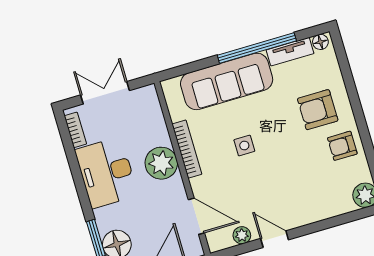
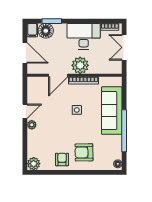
tv unit: (290, 52) -> (117, 147), removed
double door: (105, 93) -> (124, 47), swing flipped
armchair: (318, 110) -> (84, 152), turned -91
door: (196, 216) -> (58, 75), moved
plant: (242, 235) -> (32, 125), moved

